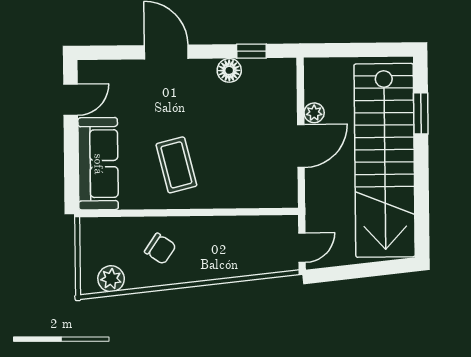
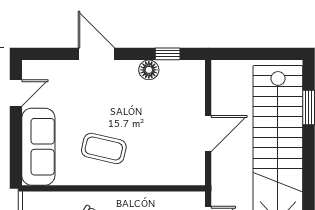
plant: (314, 113) -> (219, 106), removed
coffee table: (176, 165) -> (104, 148), turned -63

